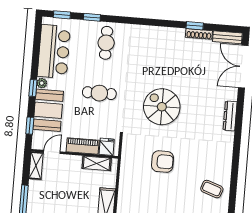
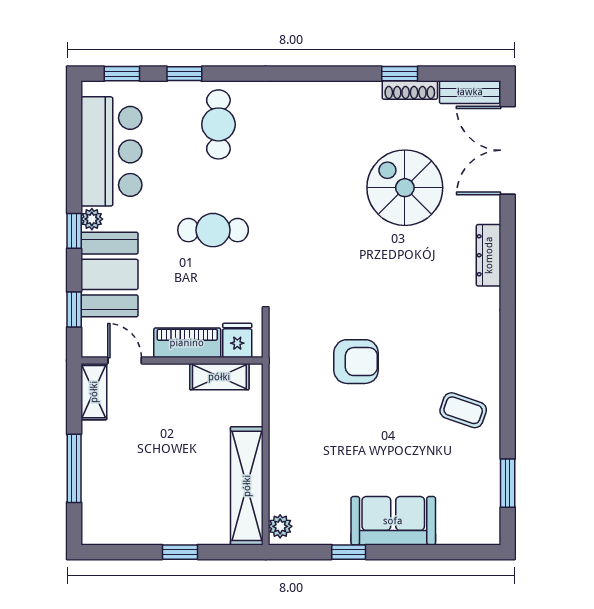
spiral stairs: (162, 107) -> (405, 188), moved
door: (52, 152) -> (125, 360), hinge flipped

